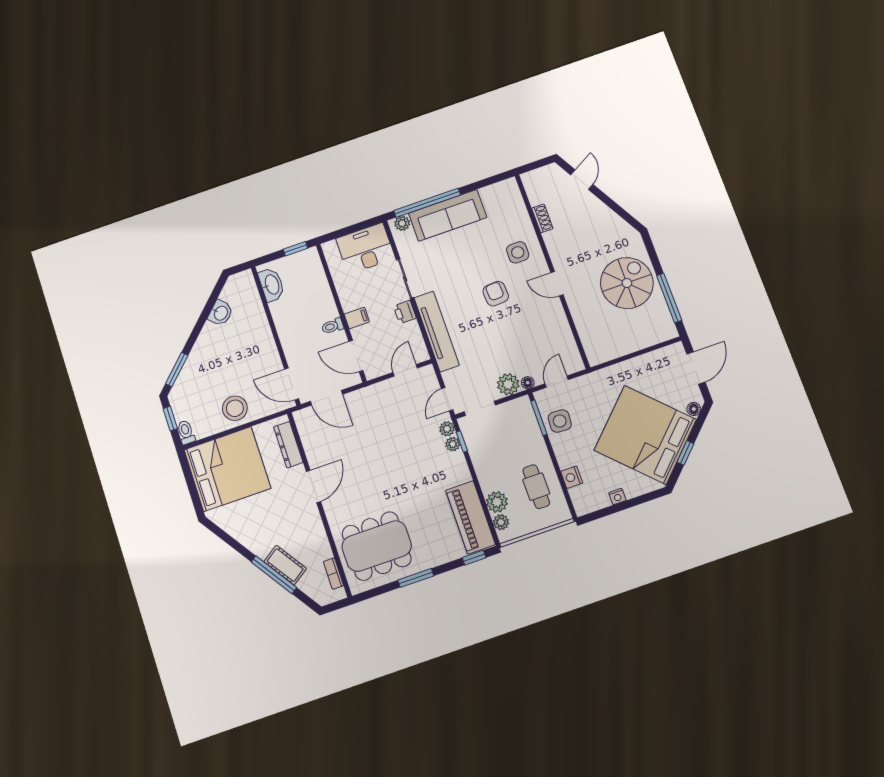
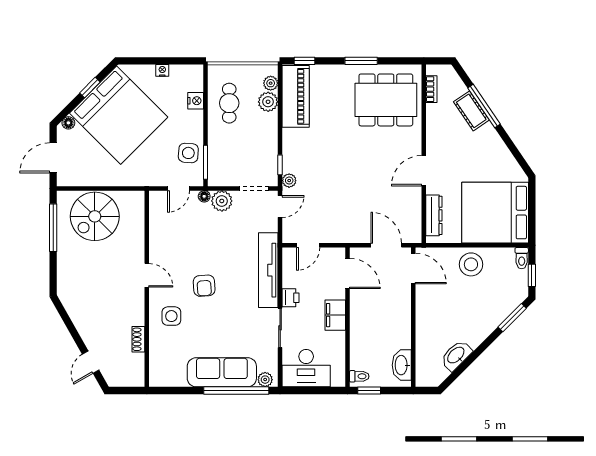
spiral stairs: (627, 283) -> (95, 216), moved
washbasin: (220, 313) -> (456, 355), width x1.38
filing cabinet: (357, 318) -> (335, 315), width x2.00
toilet: (333, 326) -> (359, 376), moved
plant: (453, 444) -> (289, 165), removed

